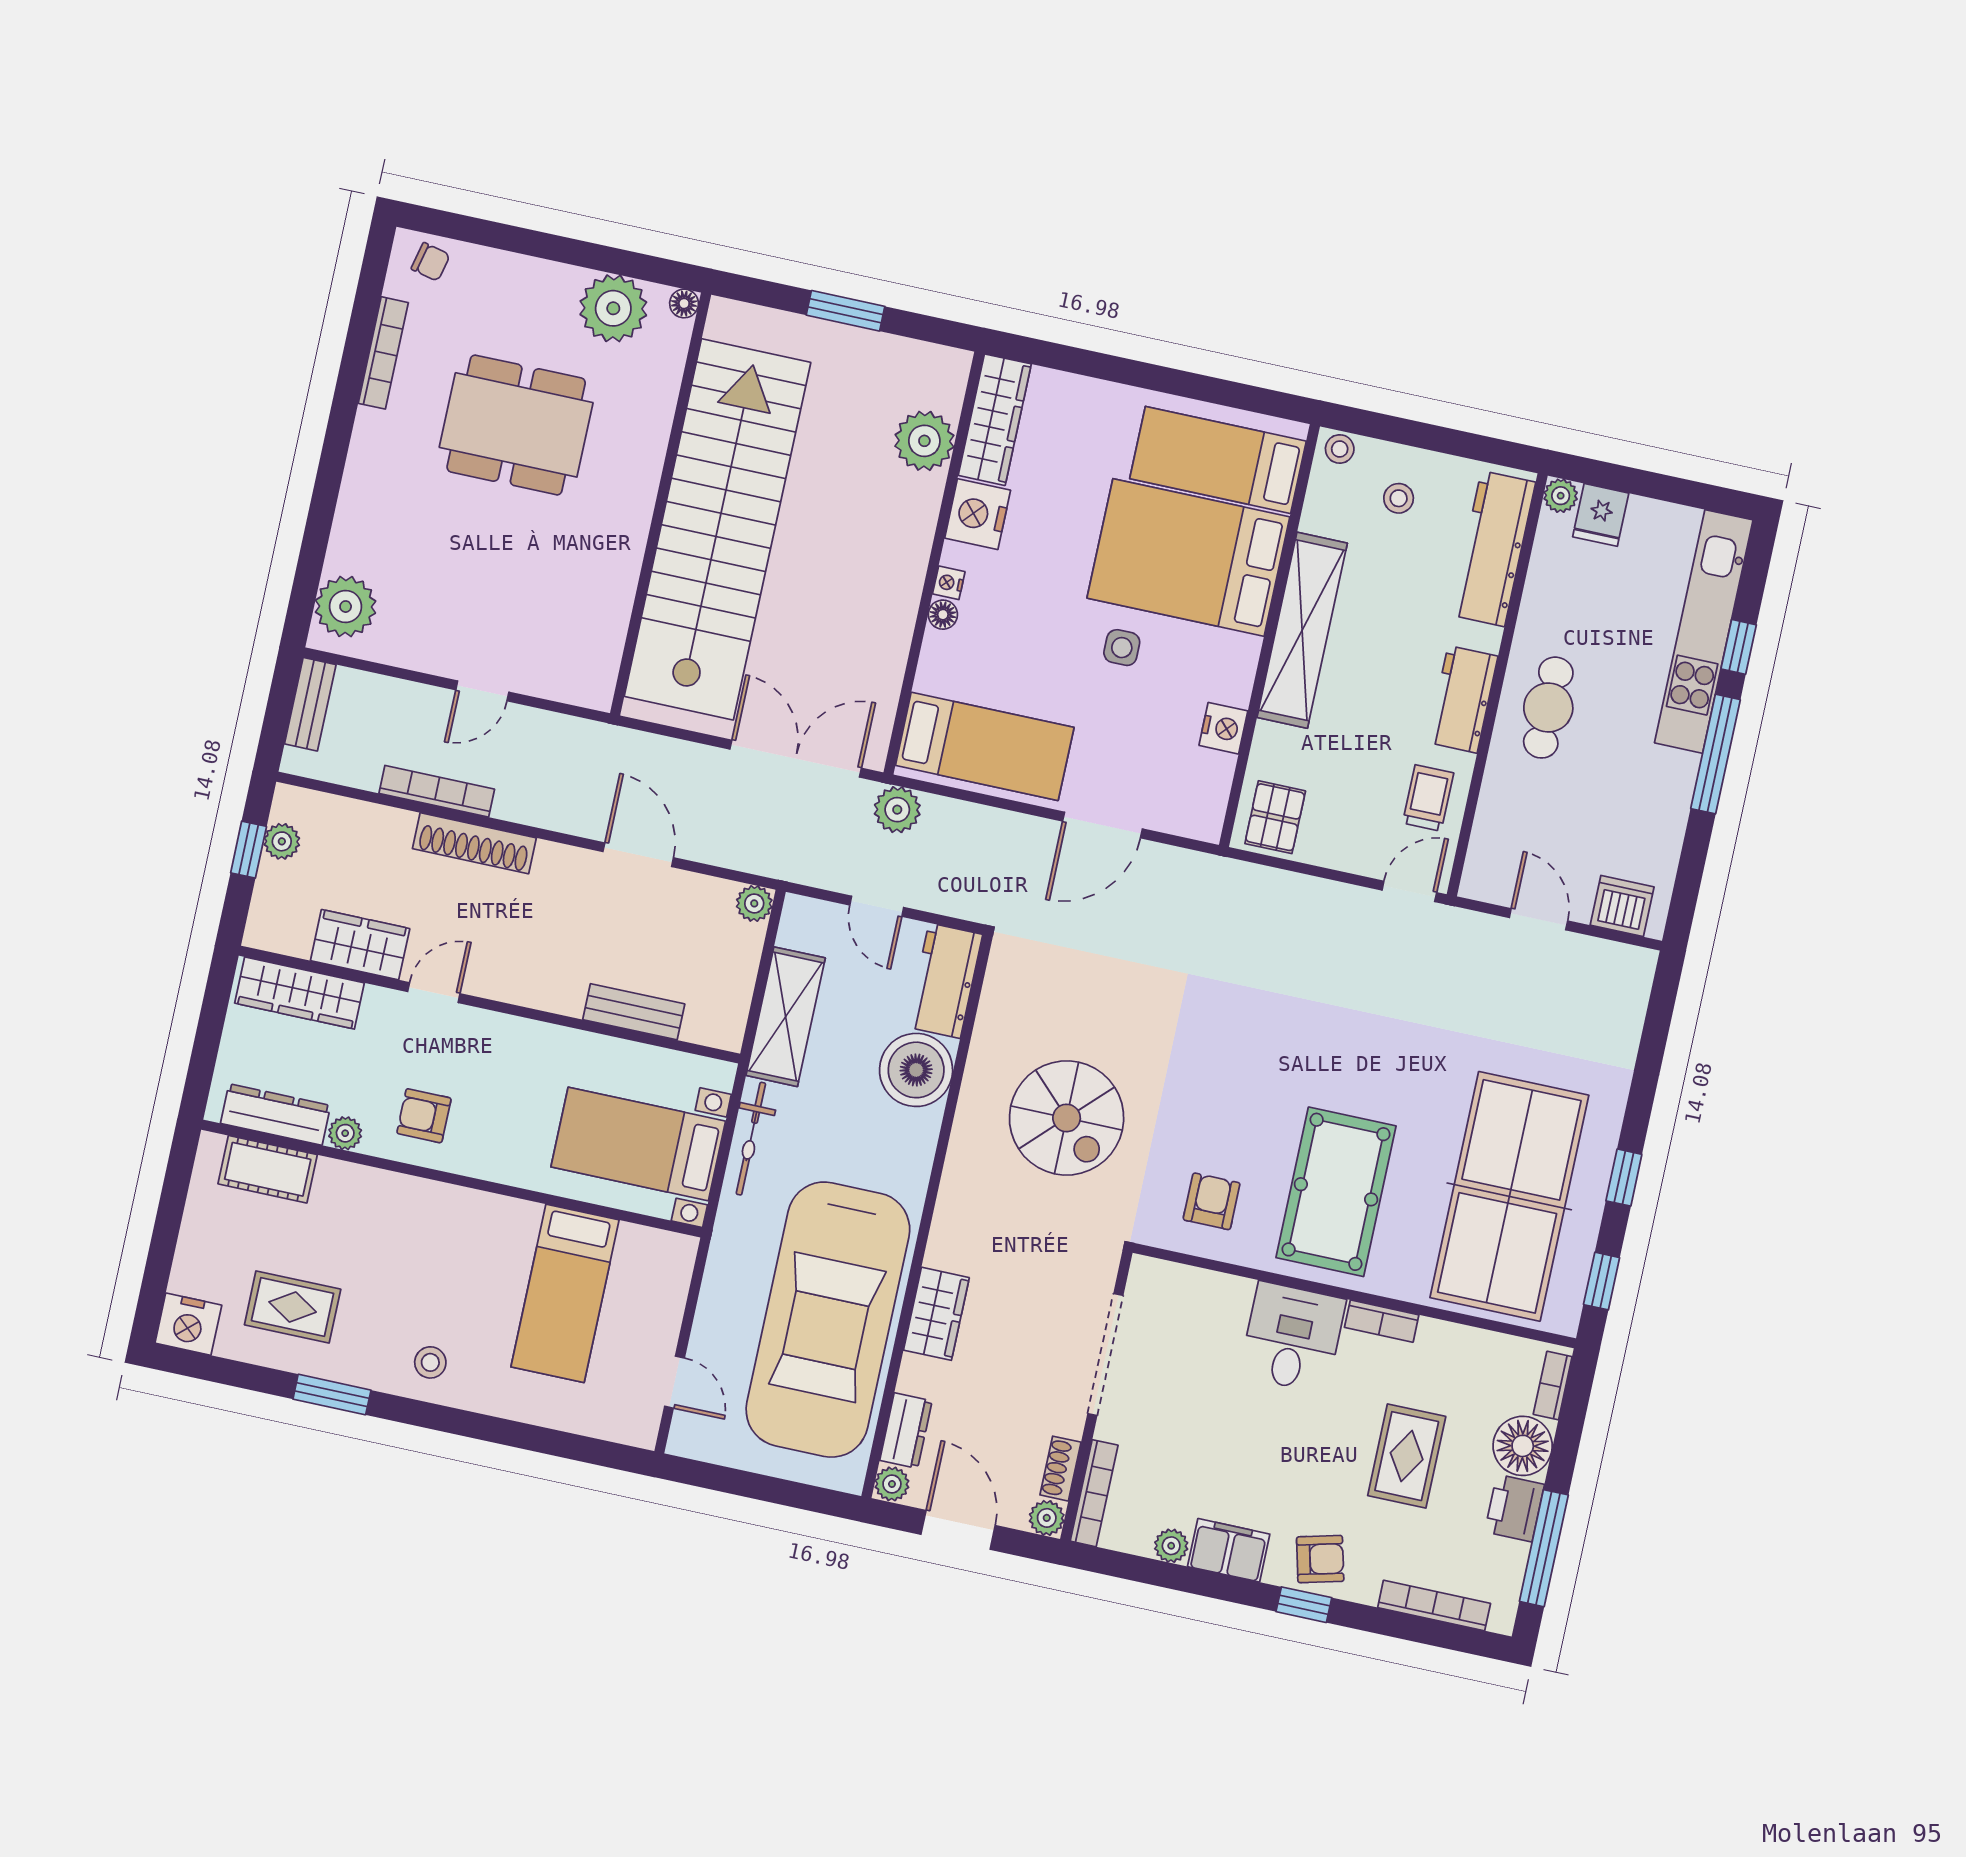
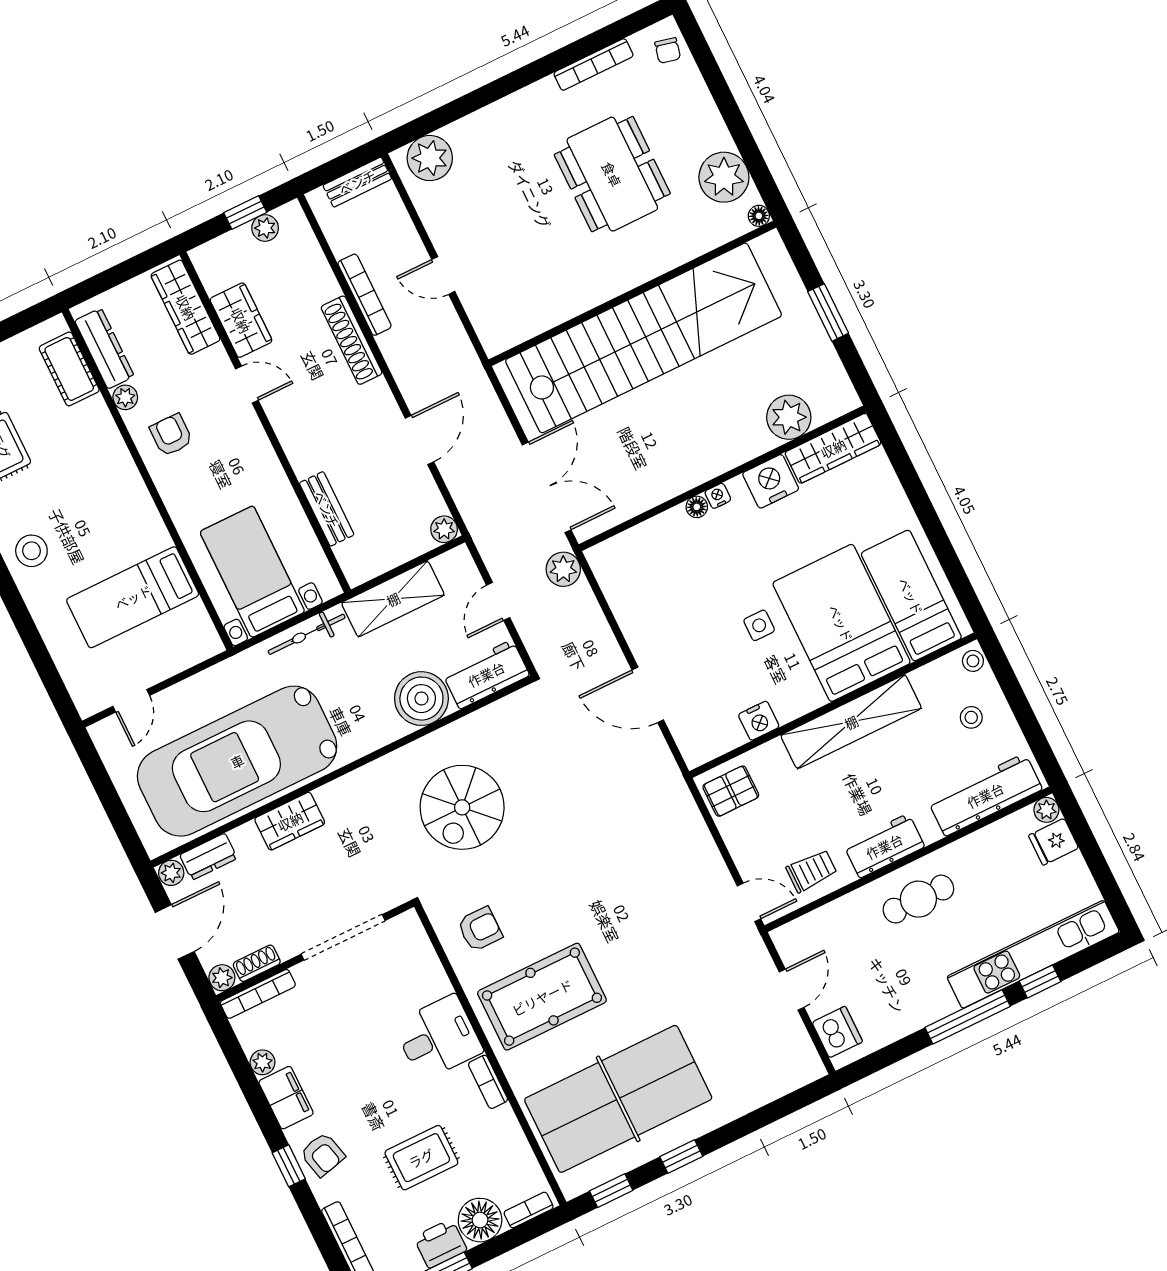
bed: (985, 746) -> (640, 591), removed
stool: (430, 1362) -> (31, 551), width x1.37, depth x1.37

